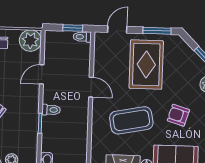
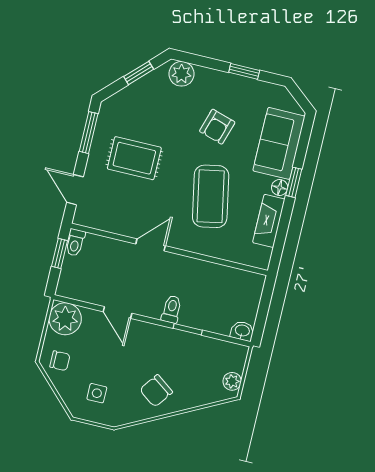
rug: (146, 65) -> (134, 158), width x0.73, depth x0.70

